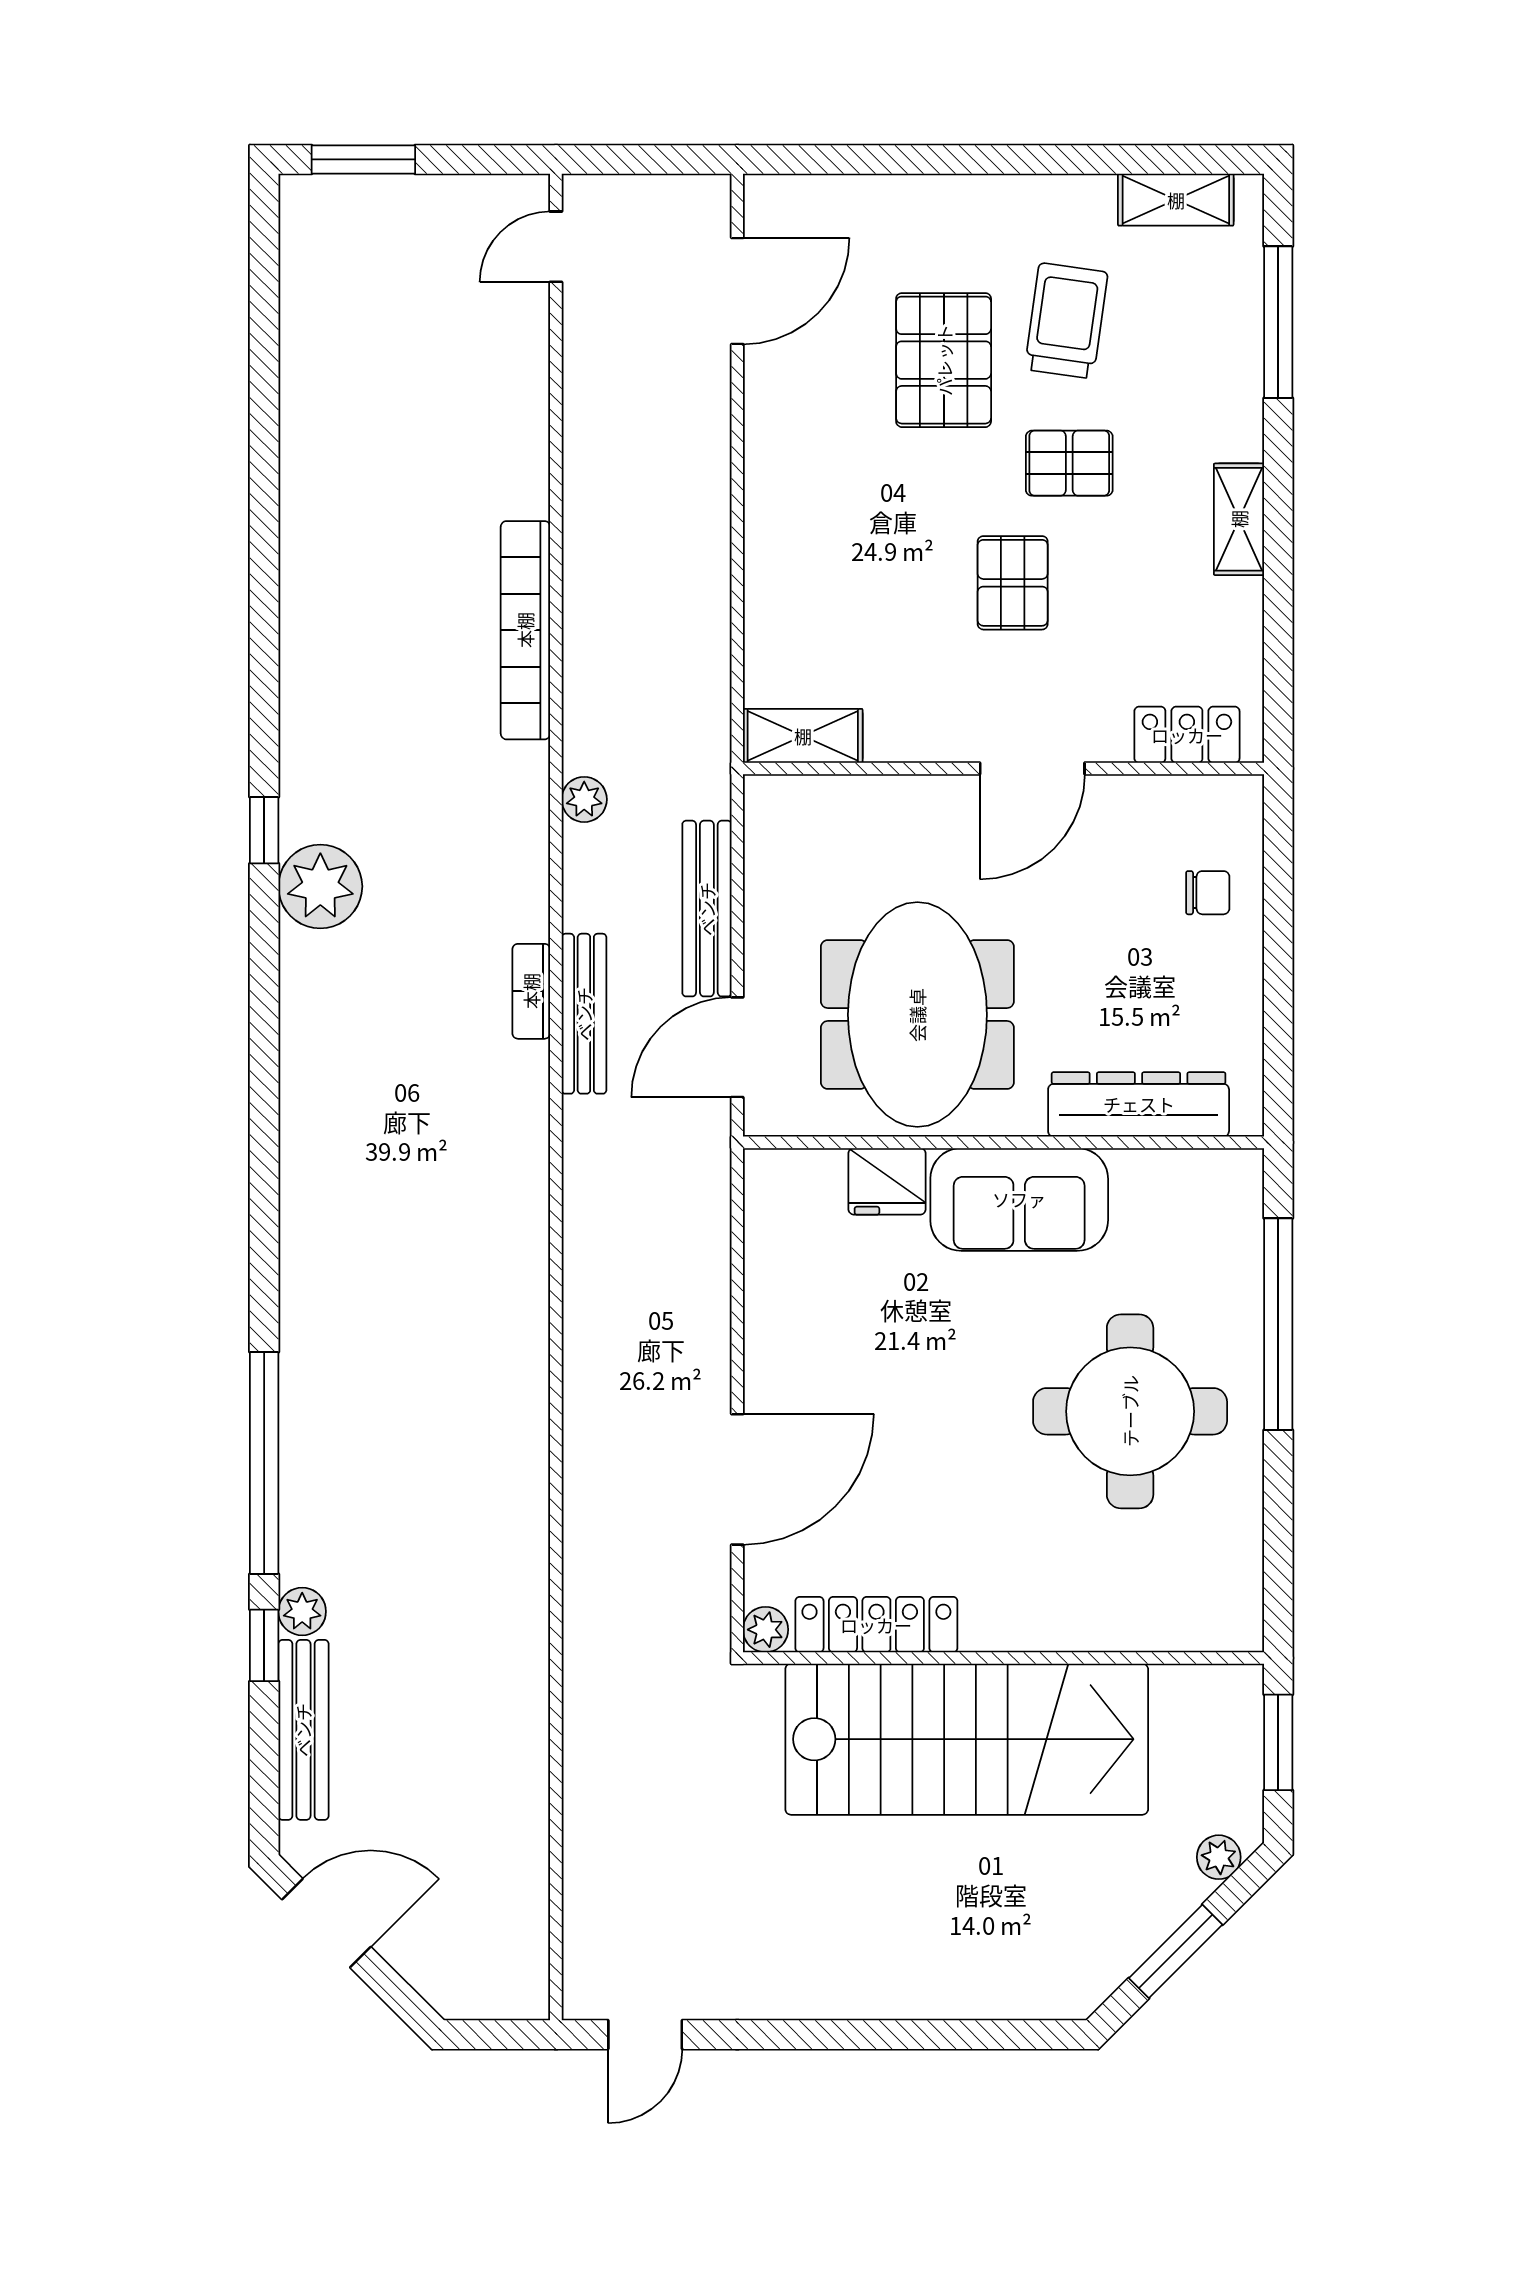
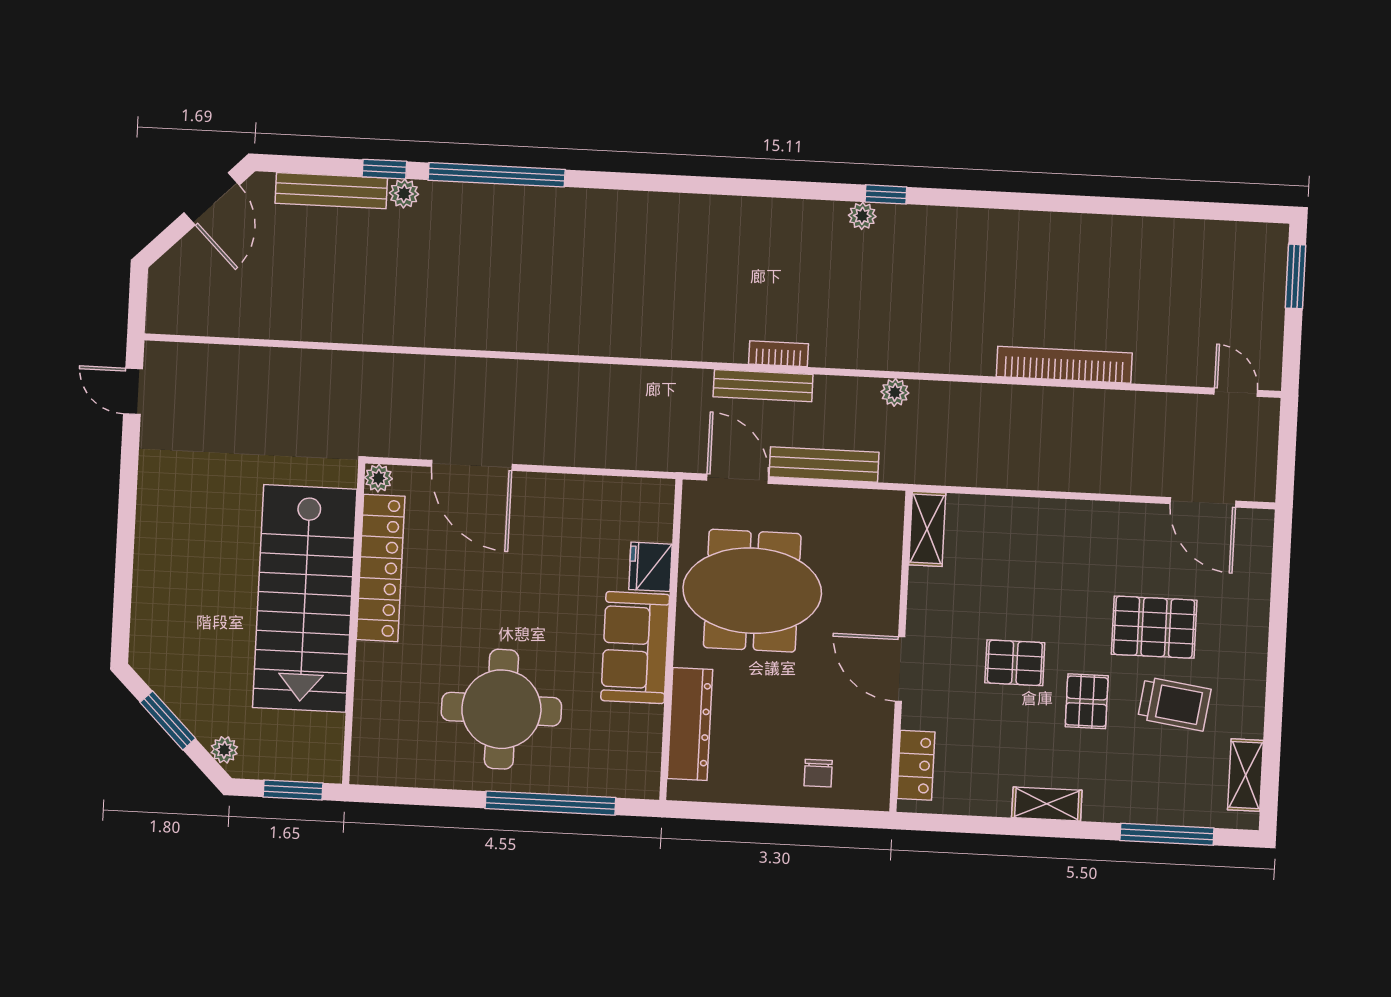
bookcase: (525, 630) -> (1064, 365), moved
plant: (320, 886) -> (862, 216), width x0.53, depth x0.53
locker: (876, 1625) -> (381, 568), width x1.41, depth x1.21

